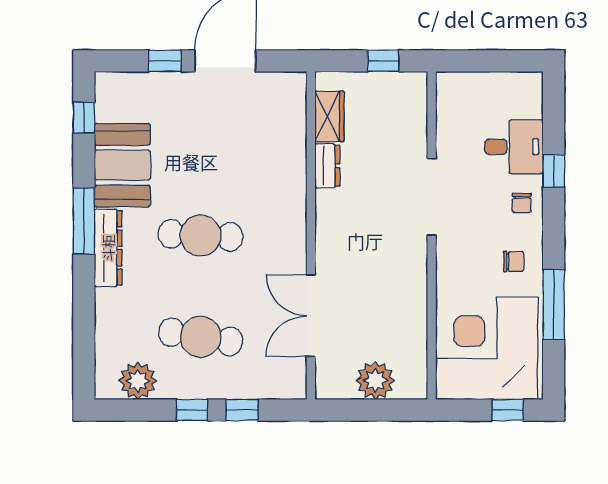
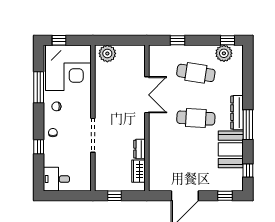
window: (165, 61) -> (225, 196), moved
desk: (514, 147) -> (56, 179), moved
double door: (311, 316) -> (147, 95), moved
plant: (375, 380) -> (107, 53), moved
window: (192, 410) -> (228, 40), moved

